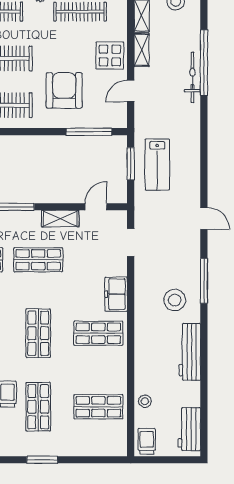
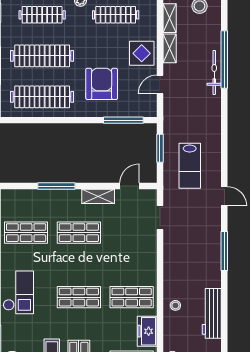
lab bench: (157, 165) -> (190, 166), moved
freezer: (116, 294) -> (147, 331), moved
stool: (175, 300) -> (175, 305), moved, width x0.53, depth x0.53
shop shelf: (38, 333) -> (79, 297), turned 90

